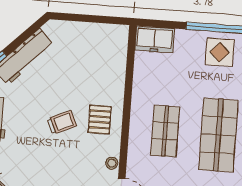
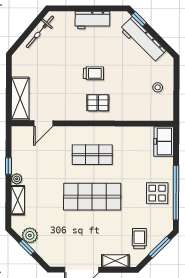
trolley: (62, 122) -> (93, 73), turned -66
stool: (112, 163) -> (158, 87), moved

